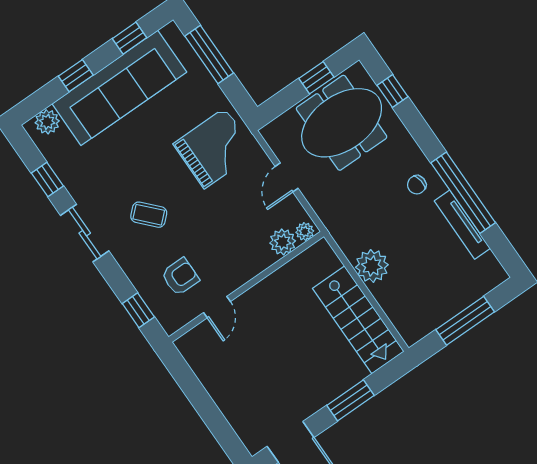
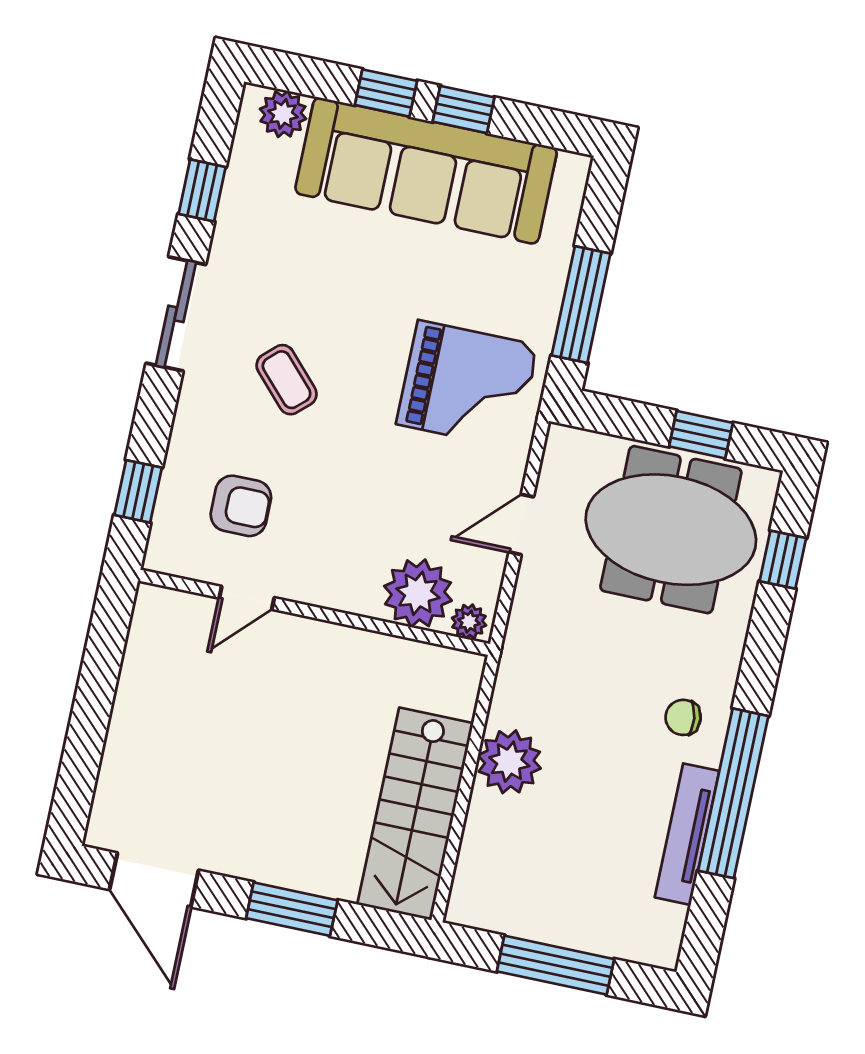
window: (130, 38) -> (464, 109), moved
window: (209, 55) -> (581, 304), moved
plant: (283, 242) -> (418, 593), width x1.36, depth x1.36

